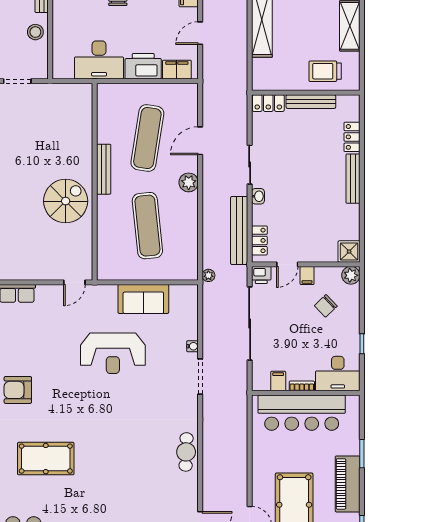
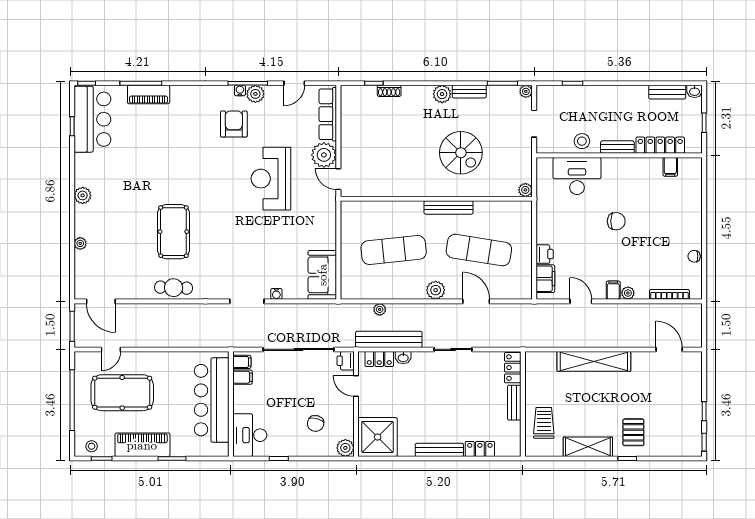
desk: (99, 60) -> (577, 176), moved, turned 90
printer: (143, 66) -> (545, 254), width x0.53, depth x0.68
plant: (86, 90) -> (525, 190), added
bench: (311, 102) -> (514, 403), width x0.73
washbasin: (258, 196) -> (403, 358), moved
spiral stairs: (66, 201) -> (461, 153), moved
shower: (349, 251) -> (378, 437), width x1.86, depth x1.86
plant: (208, 275) -> (380, 309), moved
filing cabinet: (307, 276) -> (242, 362), moved, turned 180
plant: (50, 297) -> (324, 155), added
sofa: (143, 299) -> (322, 275), moved
chair: (326, 306) -> (316, 423), turned -121
reception desk: (113, 353) -> (271, 179), moved
bookcase: (302, 386) -> (238, 400), removed
pool table: (46, 459) -> (173, 232), moved

